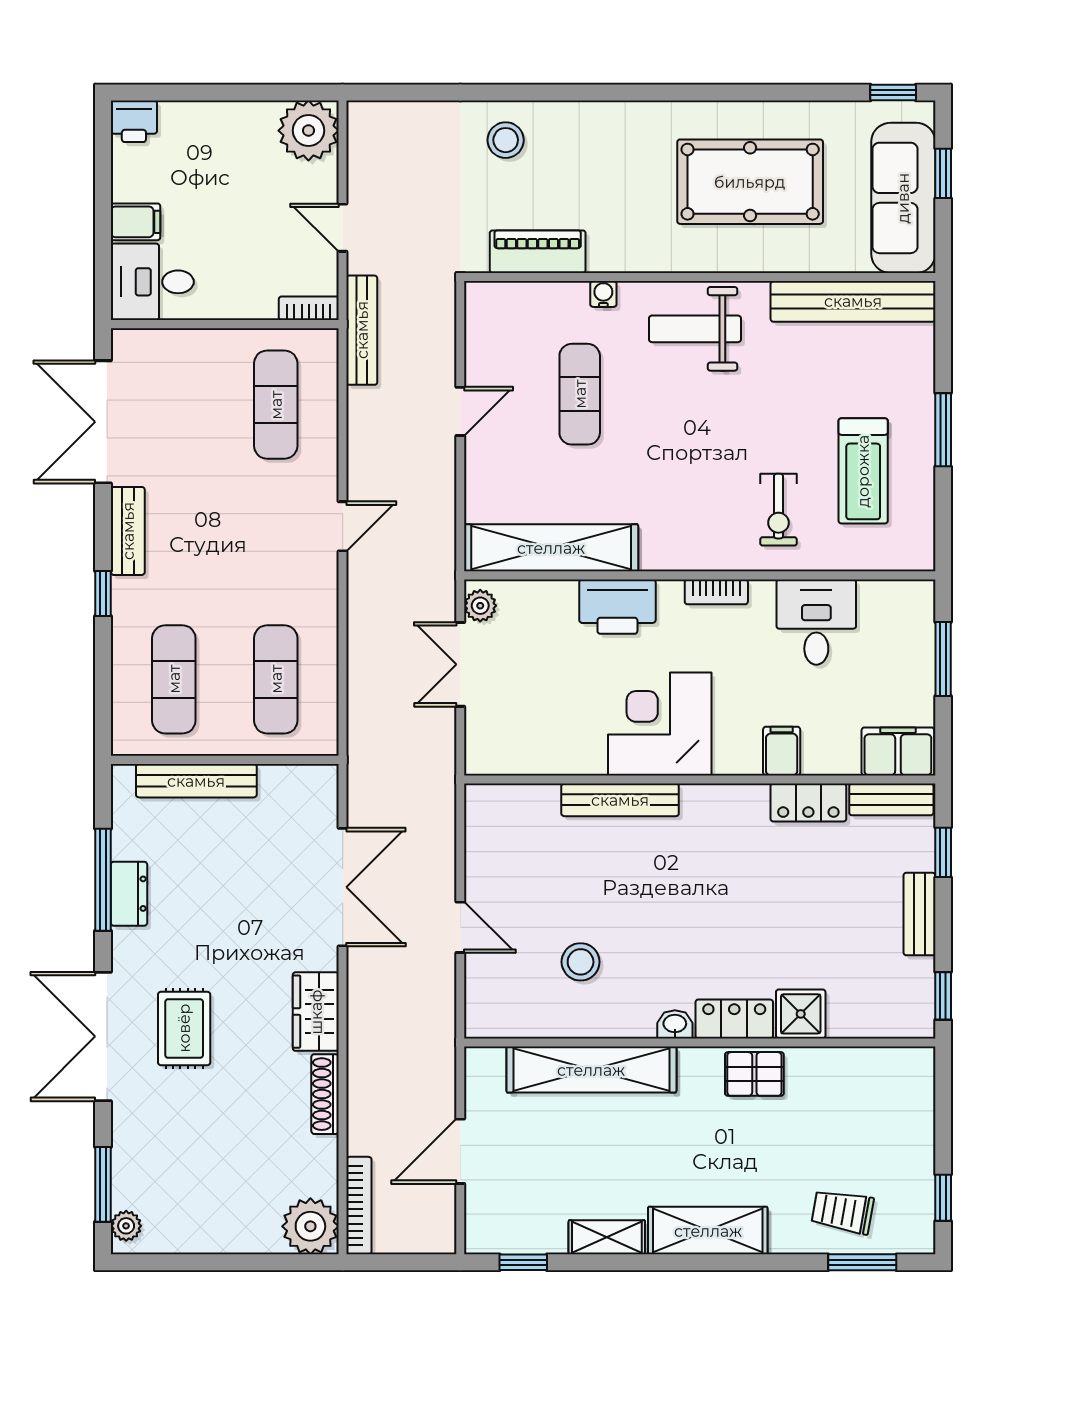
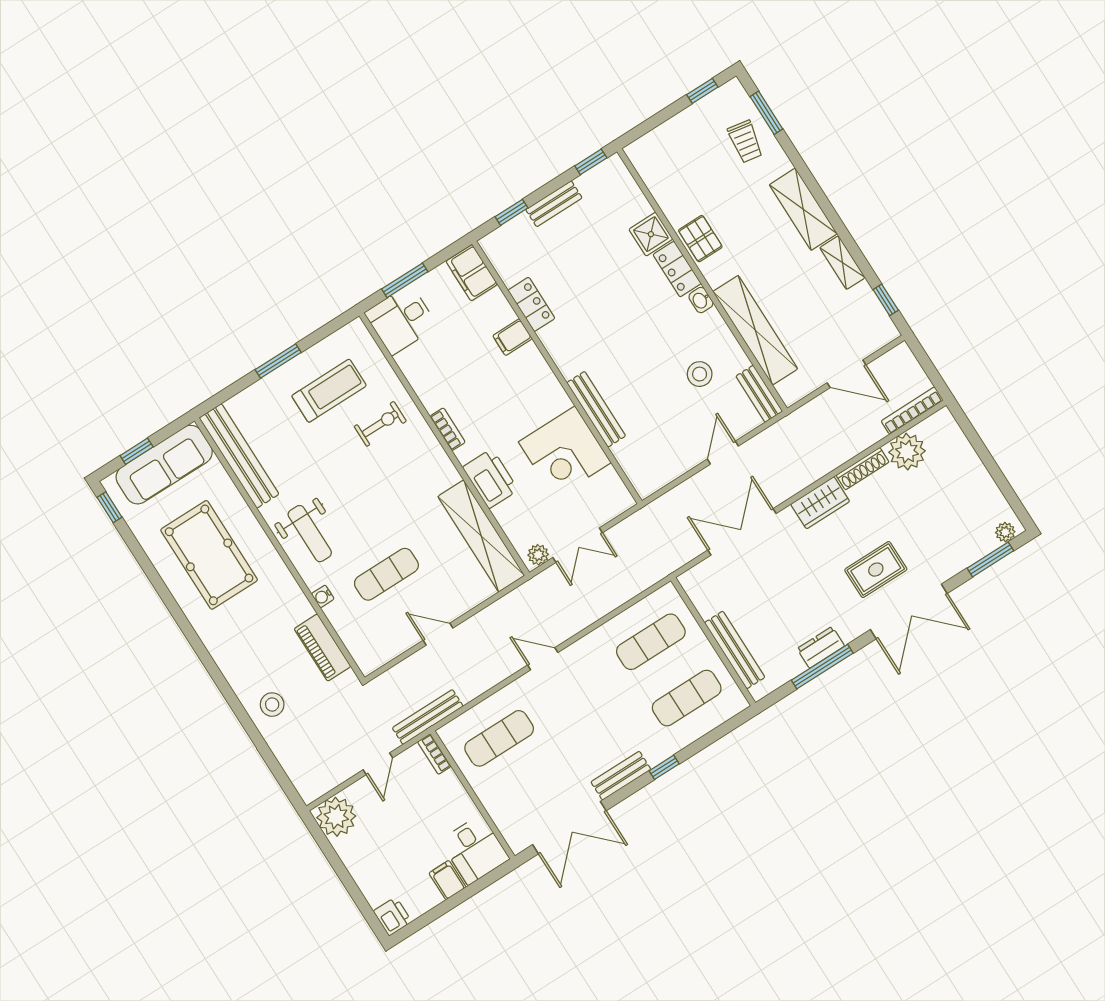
desk: (816, 622) -> (401, 320), moved
corner desk: (660, 724) -> (565, 452), moved
bench: (891, 799) -> (759, 394), moved
plant: (310, 1226) -> (907, 452), moved

